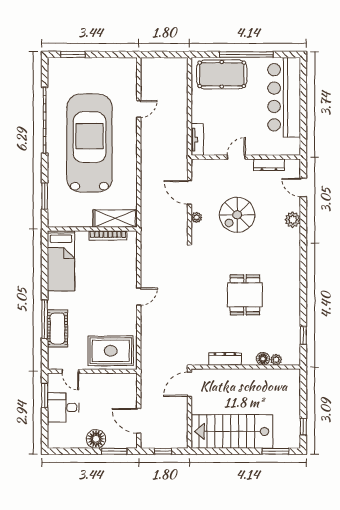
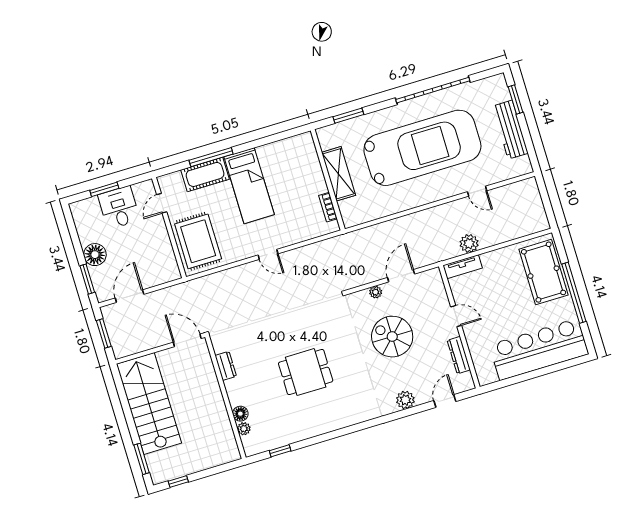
workbench: (96, 66) -> (510, 130), added
plant: (180, 128) -> (469, 243), added
shelving: (115, 218) -> (339, 174), moved
bookcase: (108, 235) -> (328, 207), width x0.64
bed: (61, 261) -> (249, 186), moved, turned -90
dresser: (225, 359) -> (226, 366), width x0.70
window: (45, 396) -> (104, 189), moved
window: (163, 451) -> (104, 333), width x1.50

